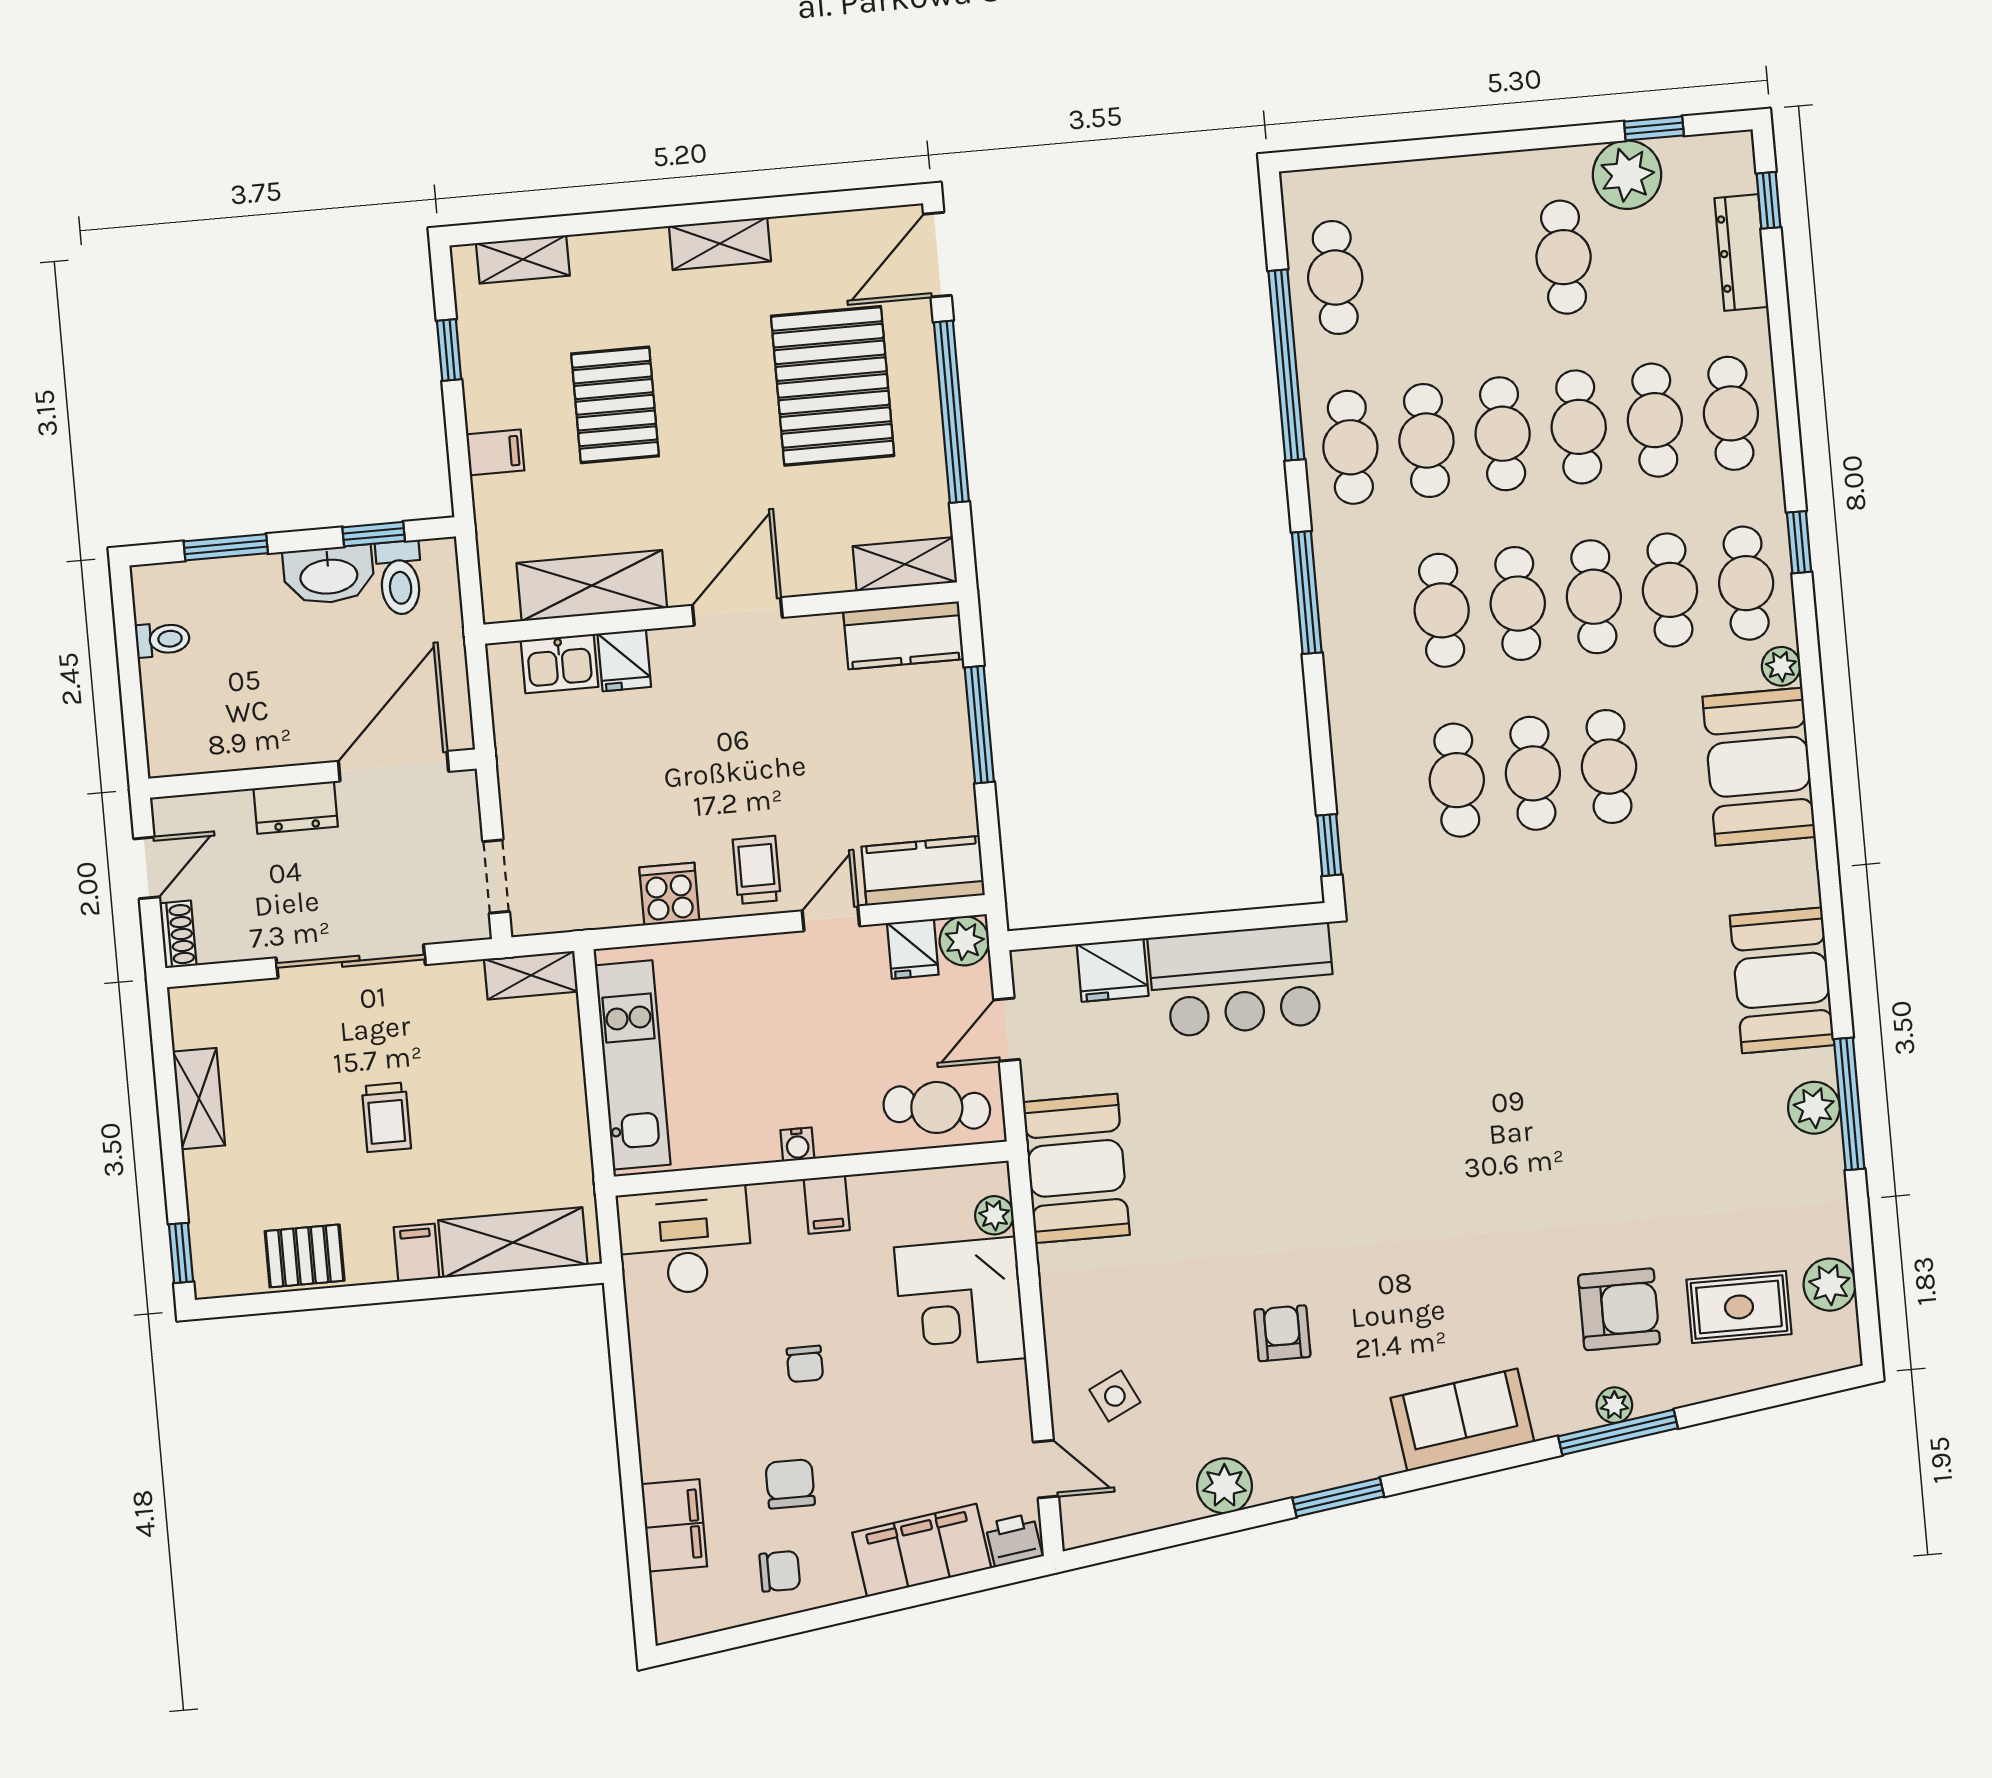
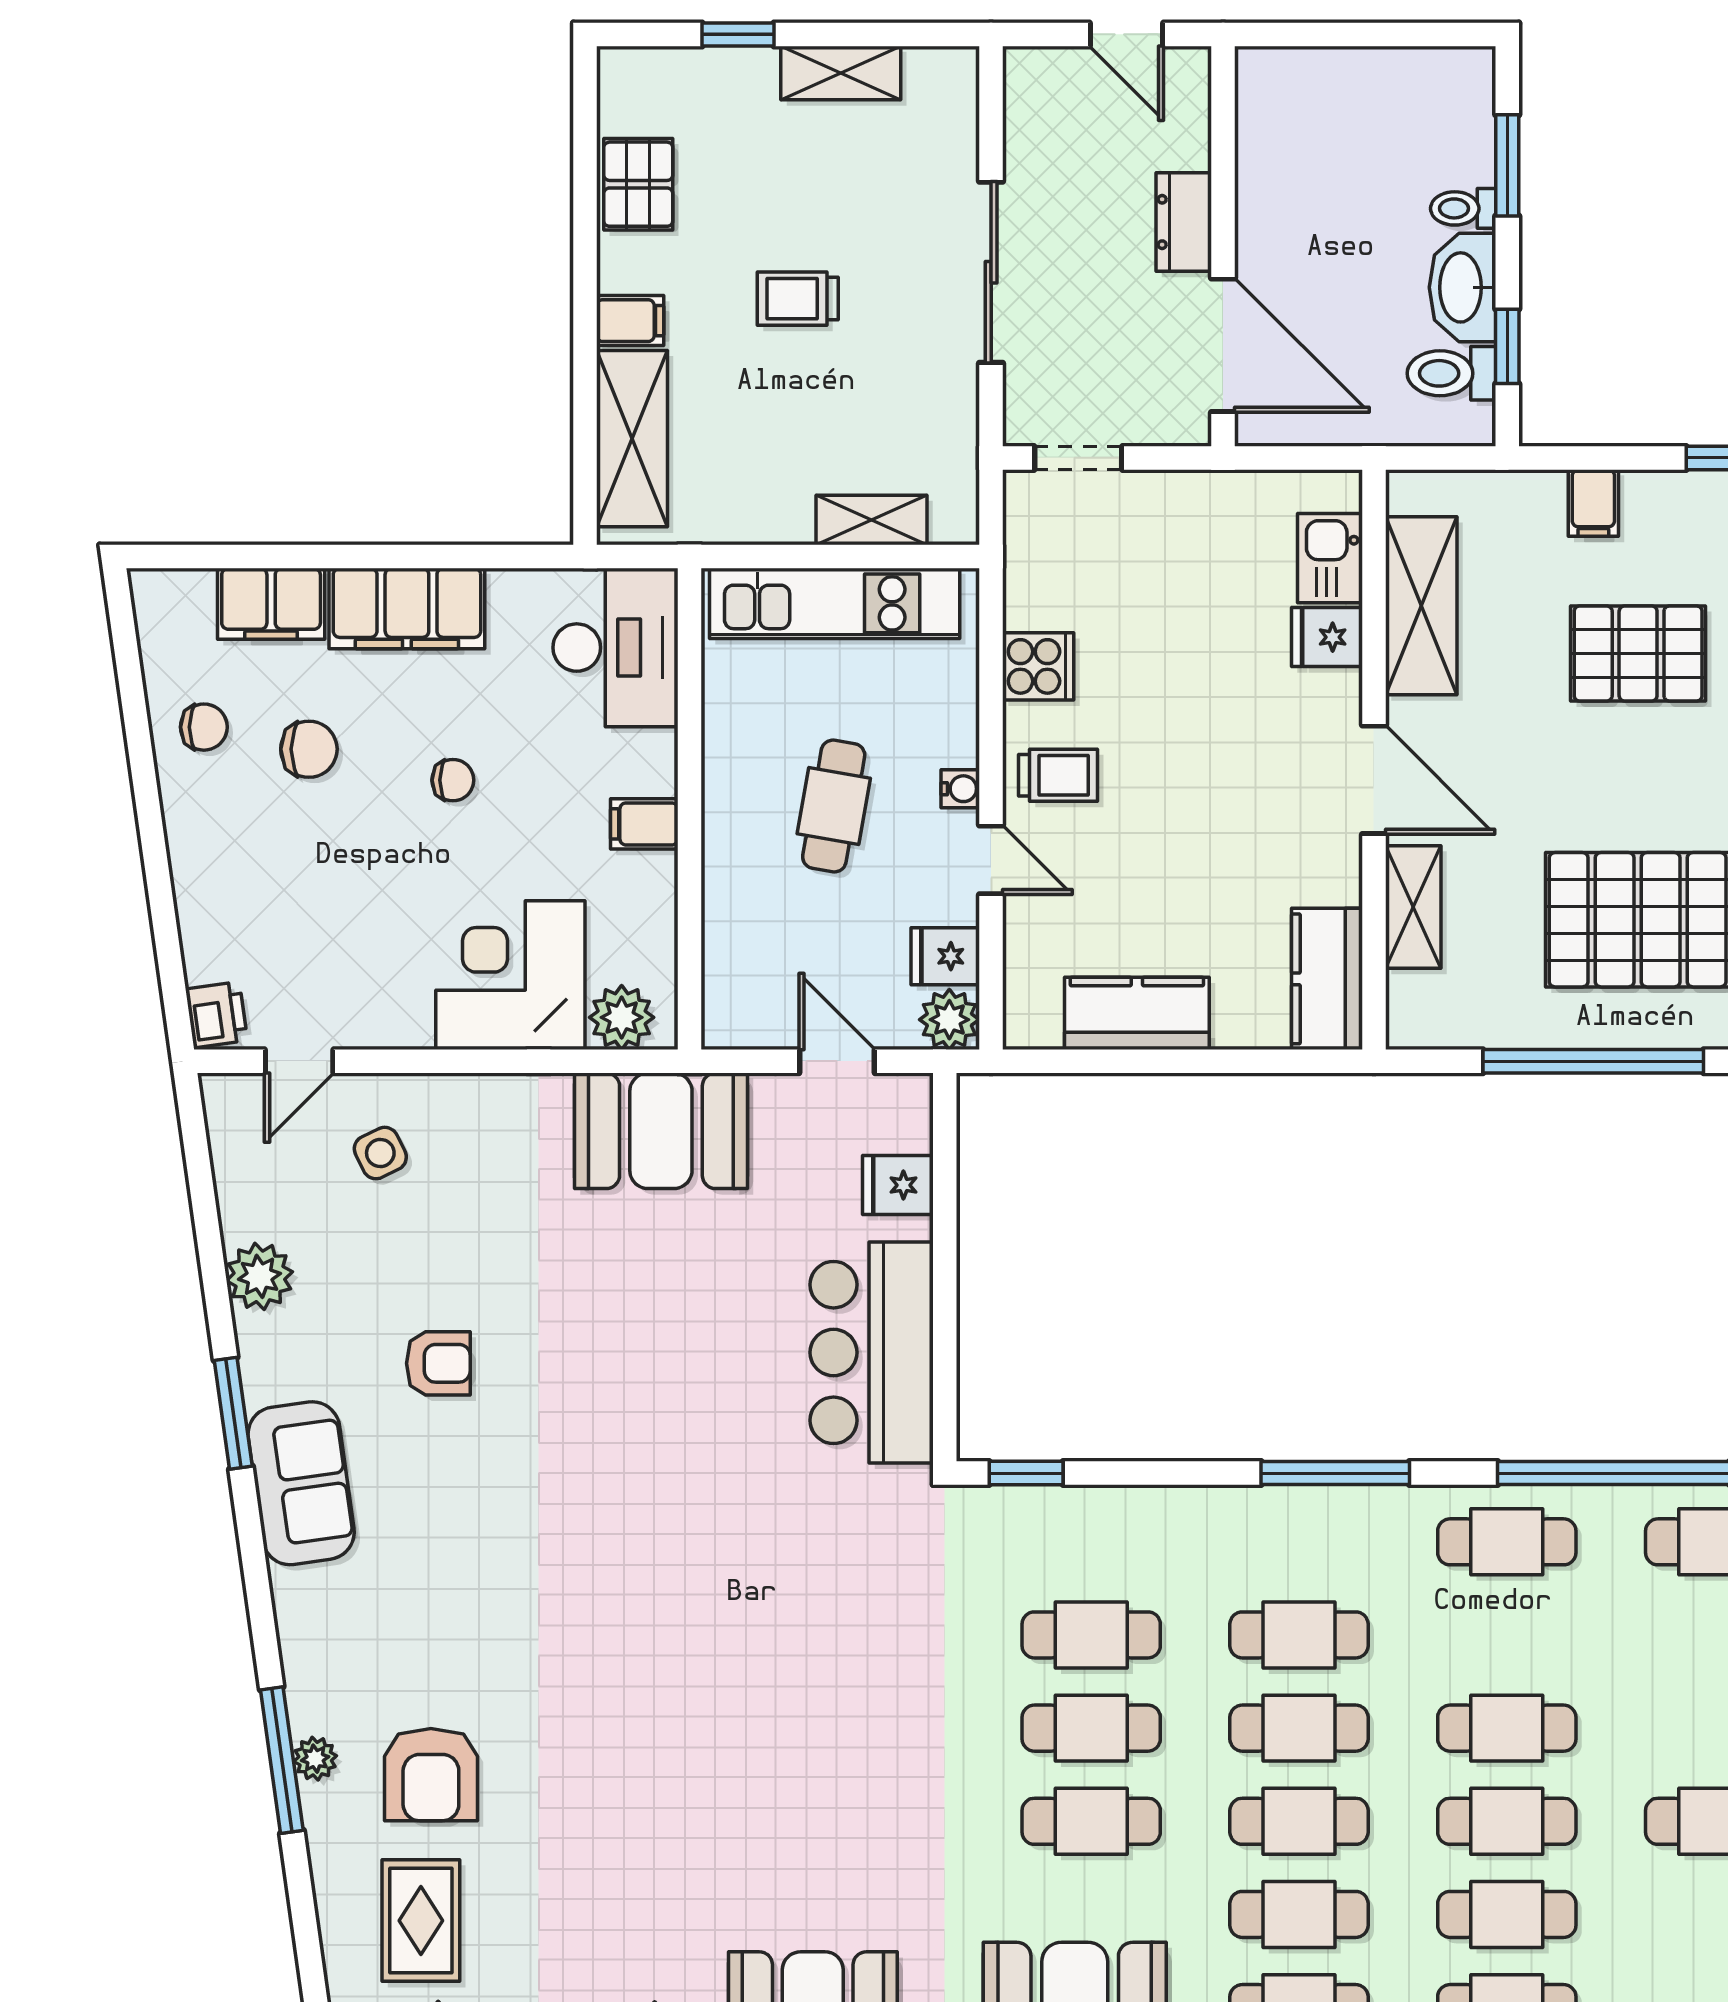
cafe table: (1426, 441) -> (1507, 1635), removed
shelving: (905, 564) -> (1413, 907), moved
toilet: (163, 639) -> (1463, 208), moved, turned 90
window: (979, 725) -> (1210, 1061), removed
kitchen counter: (923, 871) -> (1137, 1013), moved, turned -90
shoe rack: (178, 934) -> (1042, 65), removed
fridge: (1113, 970) -> (898, 1185), width x0.72
shelving: (531, 975) -> (871, 520), moved, turned 90
cafe table: (937, 1107) -> (834, 806), moved
water cooler: (797, 1144) -> (960, 789), moved, turned 180
plant: (994, 1215) -> (622, 1017), width x1.38, depth x1.38
window: (181, 1253) -> (738, 34), moved
chair: (805, 1364) -> (453, 780), turned 180
sofa: (1462, 1420) -> (301, 1483), moved
filing cabinet: (922, 1550) -> (407, 608), moved, turned 98
chair: (780, 1571) -> (204, 727), turned -90

